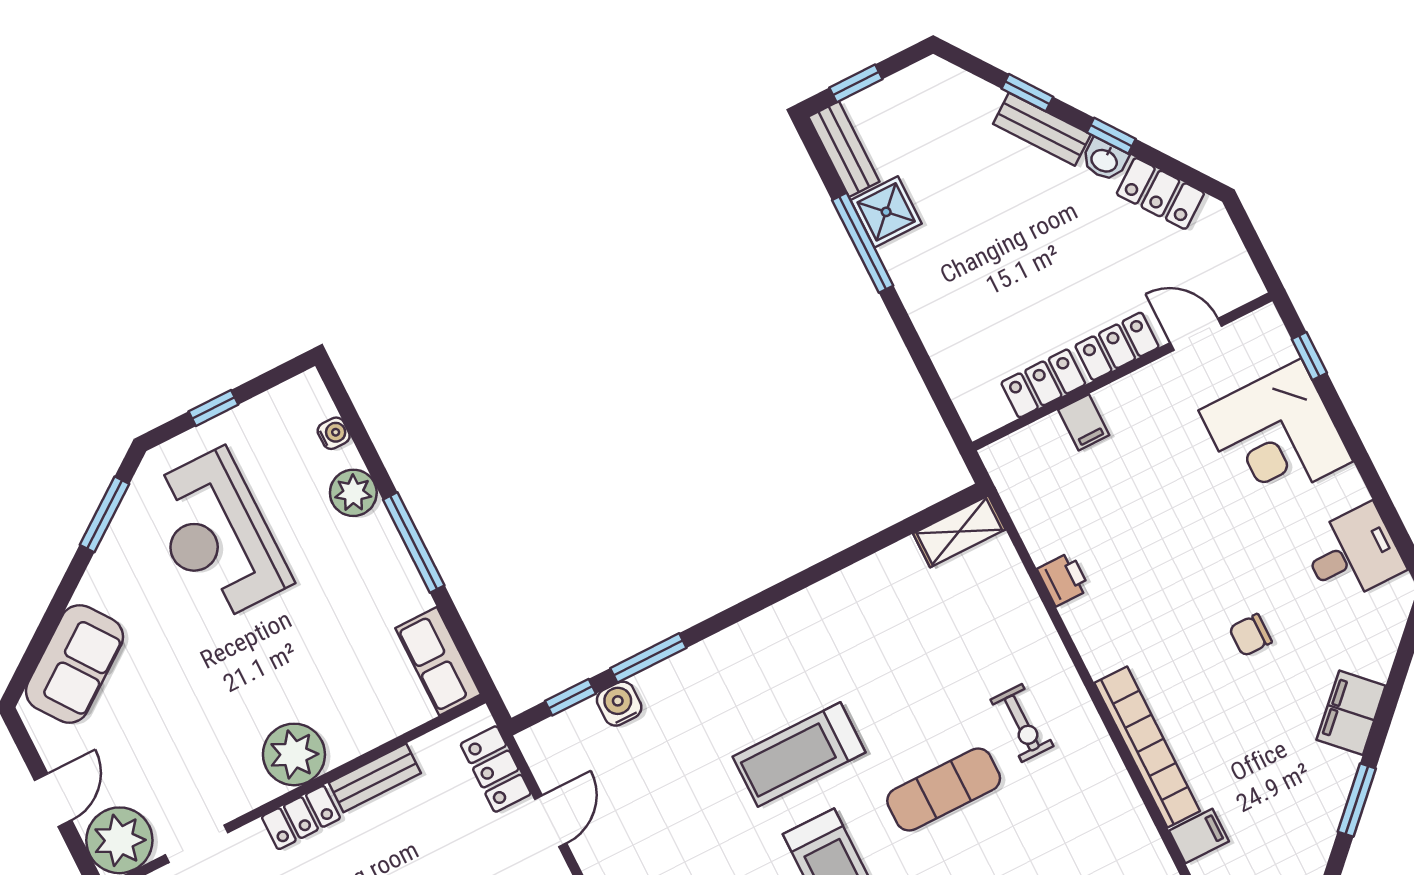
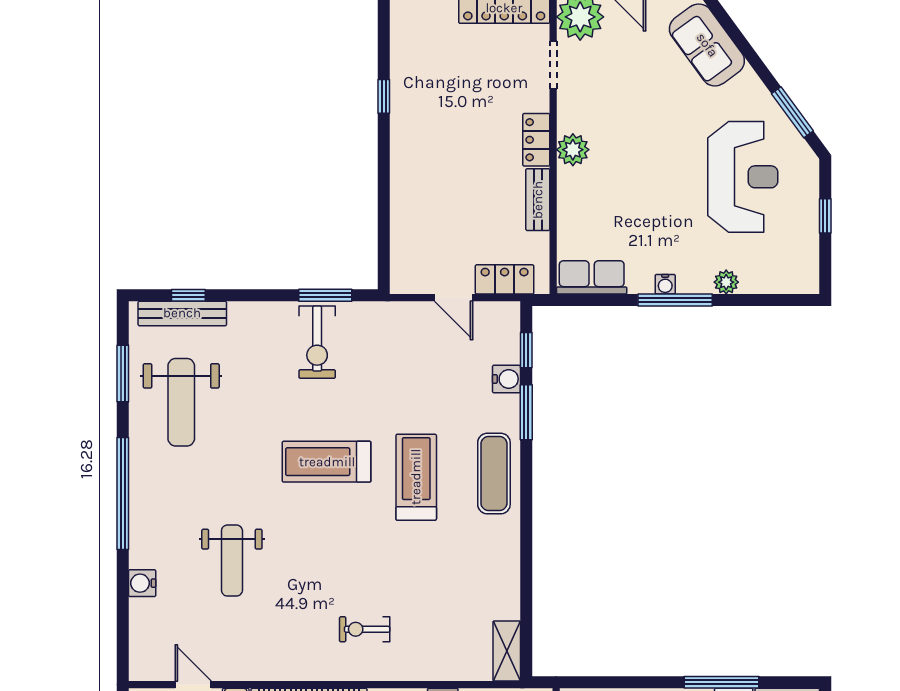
water cooler: (334, 433) -> (665, 284), moved
plant: (353, 493) -> (726, 282), width x0.73, depth x0.73
reception desk: (217, 536) -> (743, 177), turned 90
plant: (294, 754) -> (573, 150), width x0.73, depth x0.73
exercise mat: (944, 790) -> (494, 474), moved

